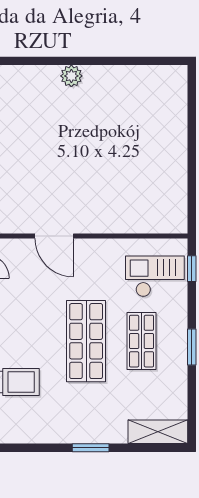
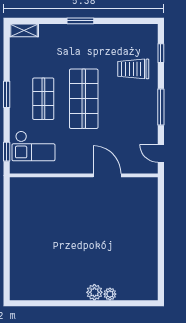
plant: (50, 74) -> (110, 294), added
shelving: (158, 432) -> (24, 30), width x0.67, depth x0.75

